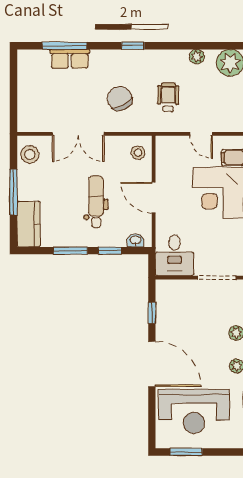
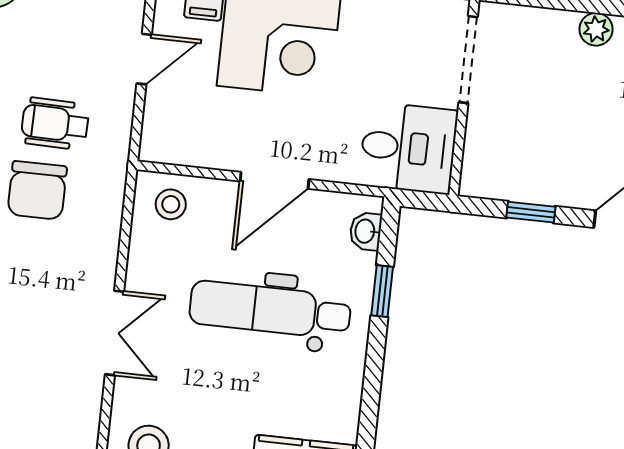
chair: (120, 98) -> (37, 190), moved, turned -64
double door: (78, 134) -> (114, 333), width x0.73
dental chair: (96, 202) -> (270, 310), width x1.36, depth x1.38
window: (70, 251) -> (373, 379), removed

